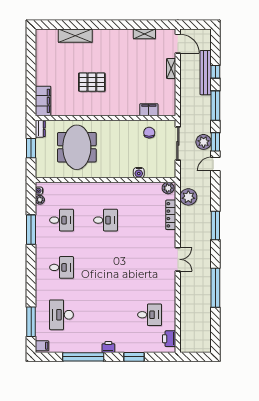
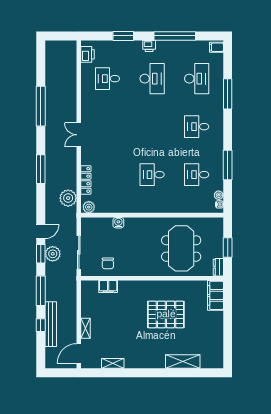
door: (178, 44) -> (79, 353), hinge flipped
pallet: (92, 82) -> (166, 314), width x1.37, depth x1.41
desk: (106, 315) -> (152, 79), added
window: (31, 322) -> (228, 94), moved

